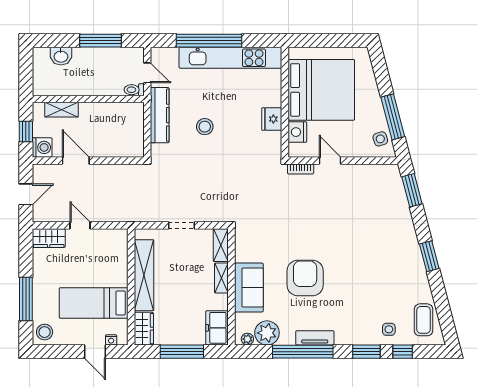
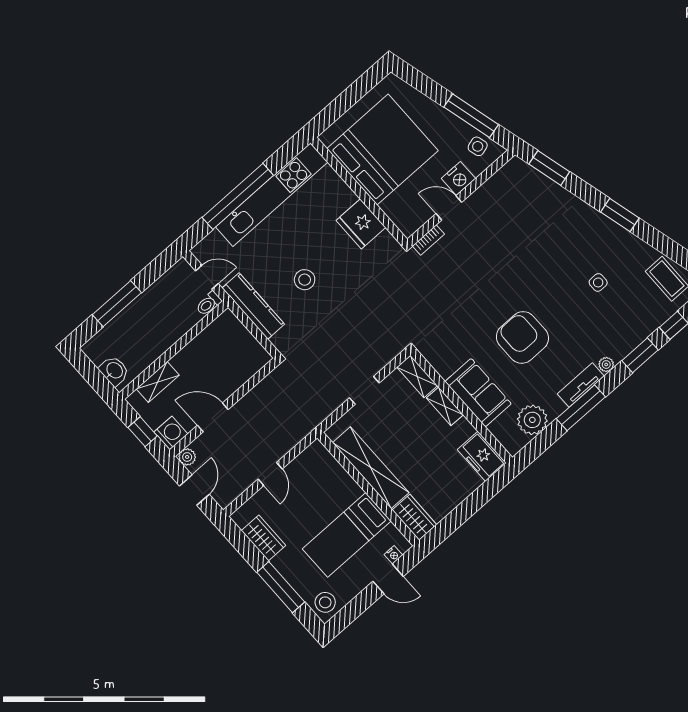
window: (100, 41) -> (117, 304), moved
washbasin: (61, 56) -> (114, 371), moved, turned -90
fridge: (272, 119) -> (361, 224), width x1.36, depth x1.34
nightstand: (297, 132) -> (458, 178), moved, turned -90
plant: (39, 171) -> (187, 457), added
door: (80, 225) -> (270, 474), swing flipped
wardrobe: (49, 238) -> (264, 538), moved, turned -90
side table: (389, 329) -> (598, 282), moved
plant: (247, 339) -> (606, 364), moved
window: (182, 352) -> (469, 507), removed
window: (303, 352) -> (581, 408), width x0.68

